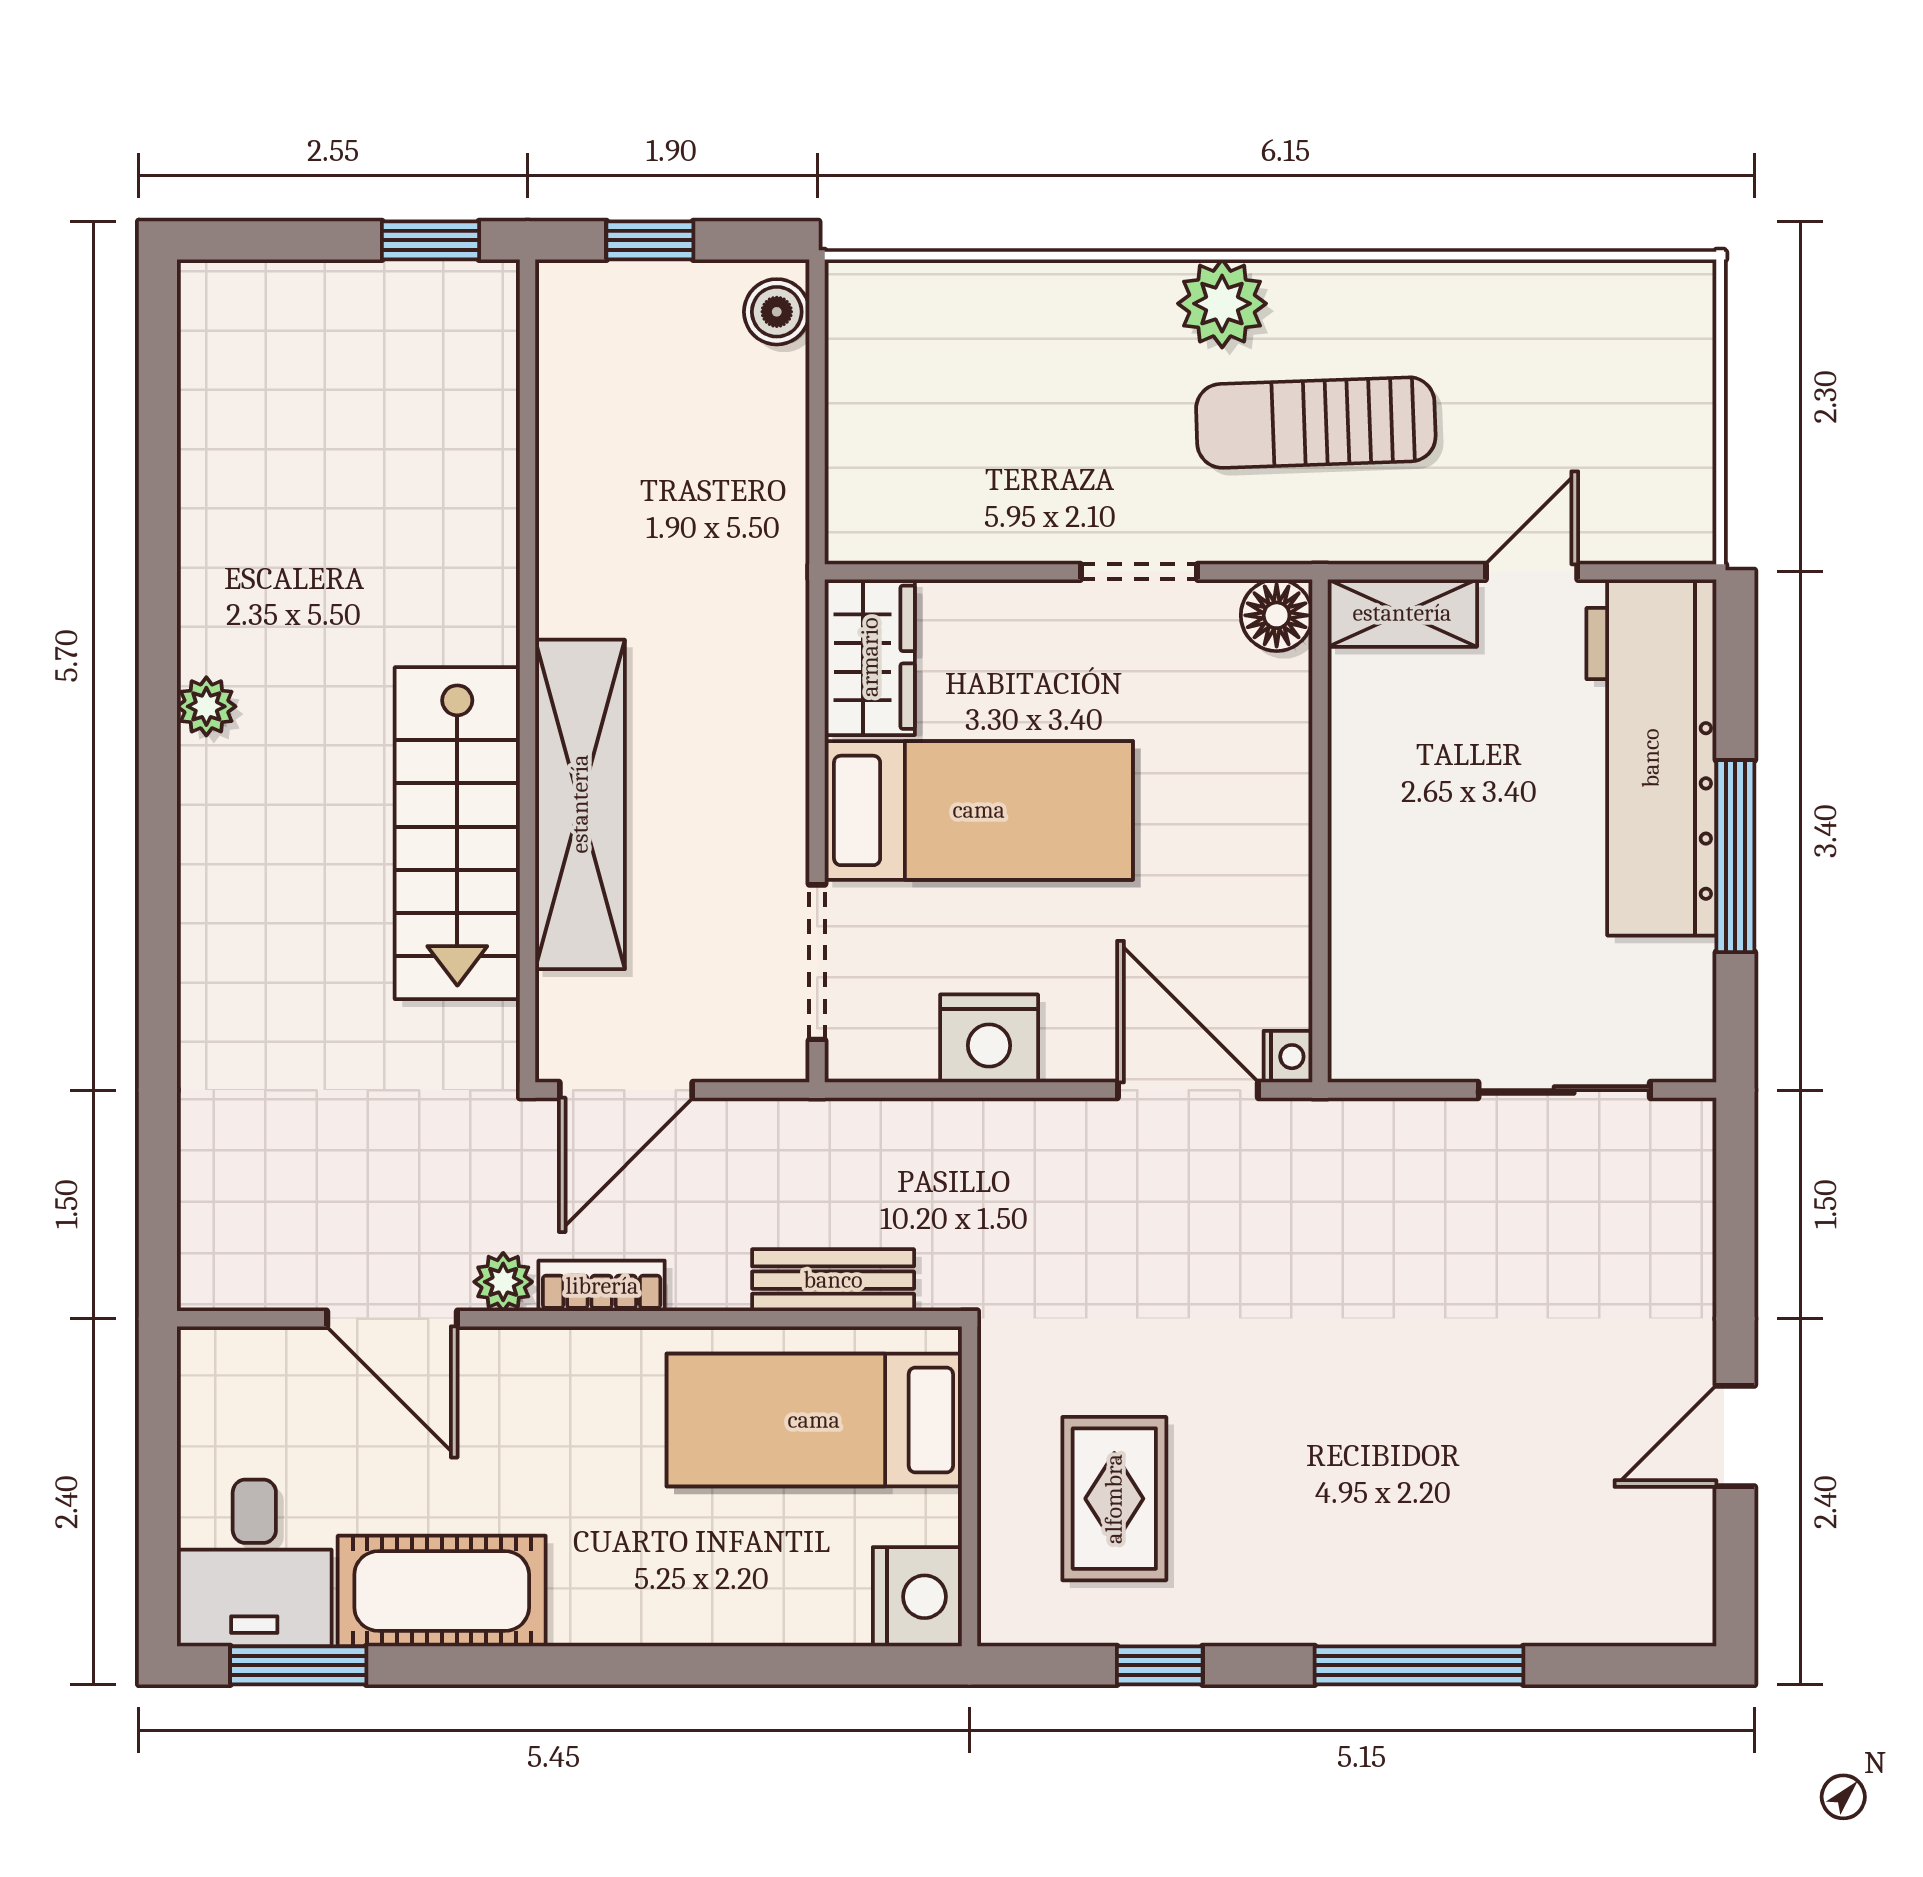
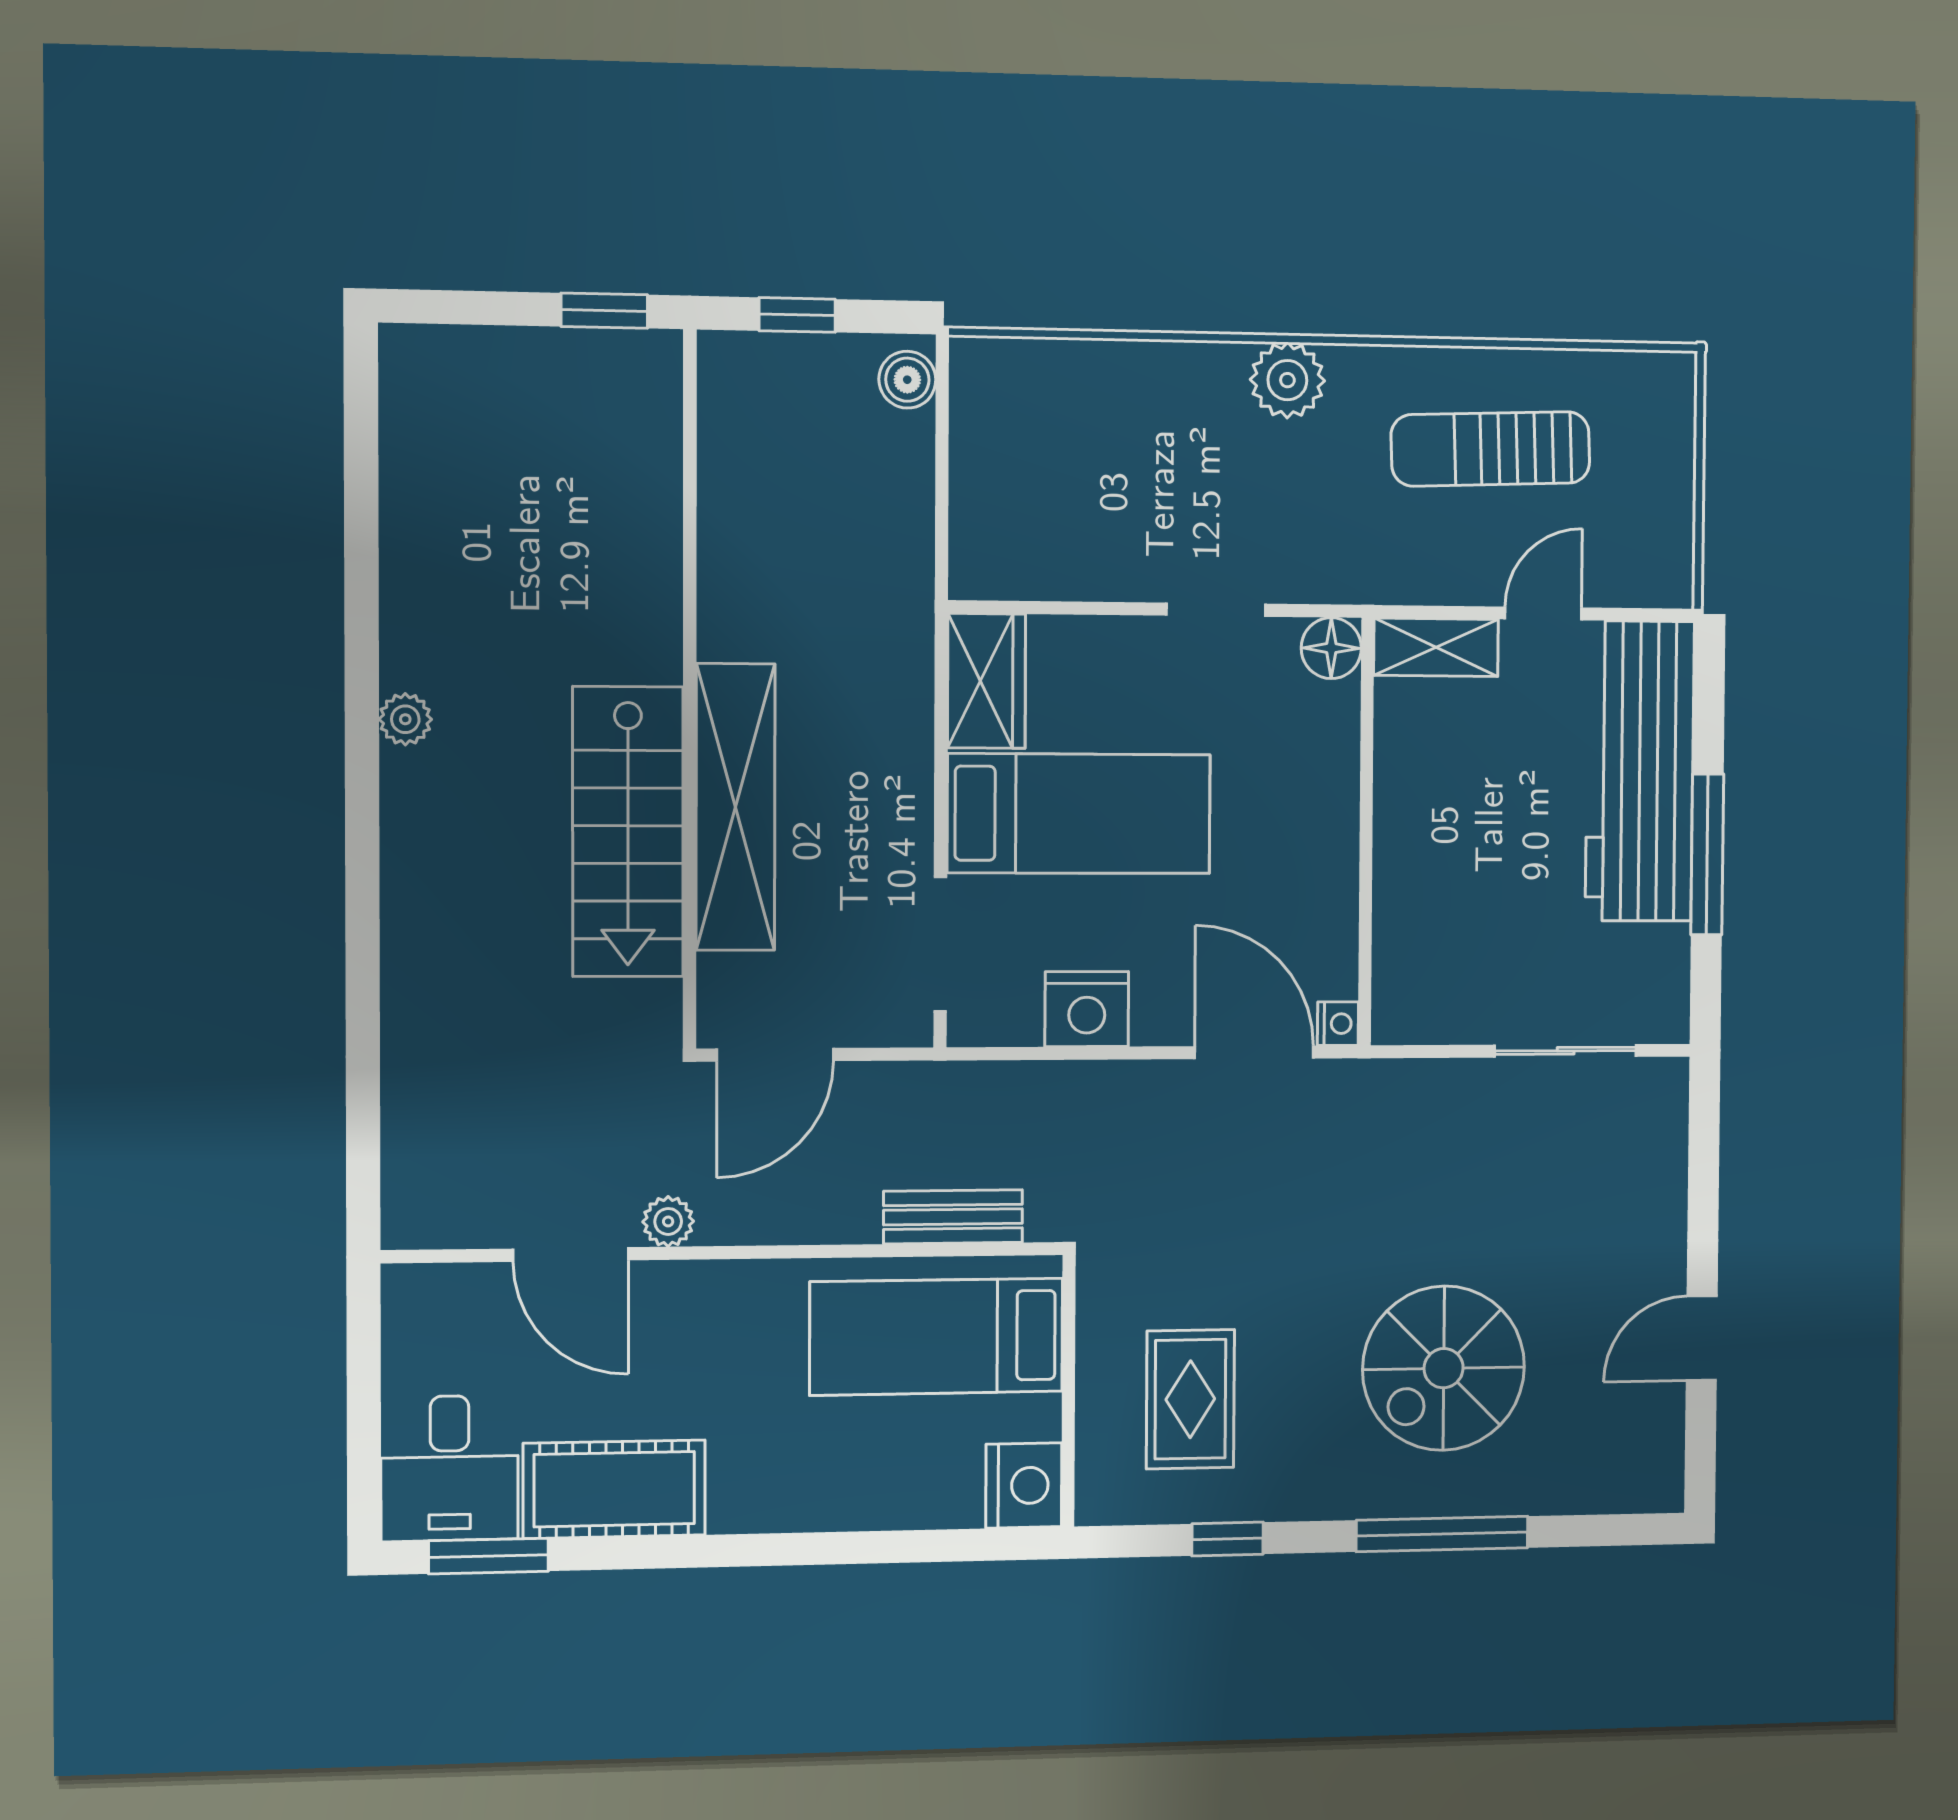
sun lounger: (1316, 423) -> (1491, 449), moved
bookcase: (602, 1286) -> (754, 1224), removed
spiral stairs: (1419, 1467) -> (1444, 1368), added

